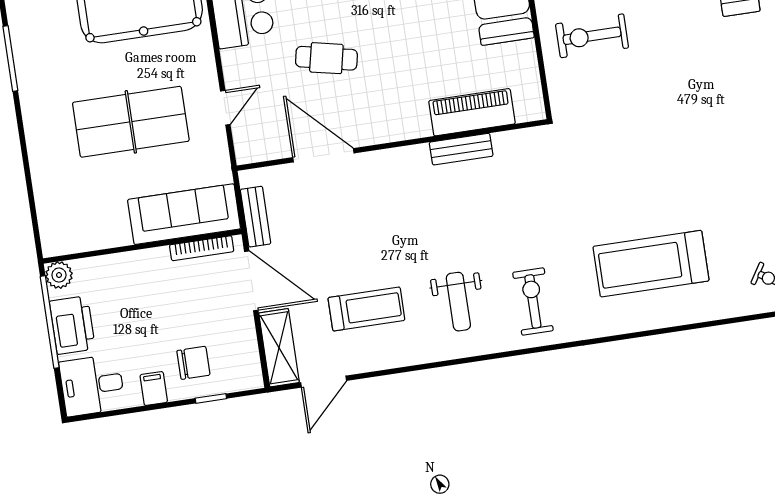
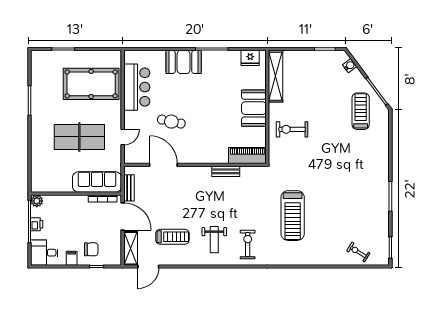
piano: (472, 112) -> (247, 156), moved
treadmill: (651, 264) -> (293, 216), moved, turned -90
printer: (72, 325) -> (37, 224), width x0.53, depth x0.68

